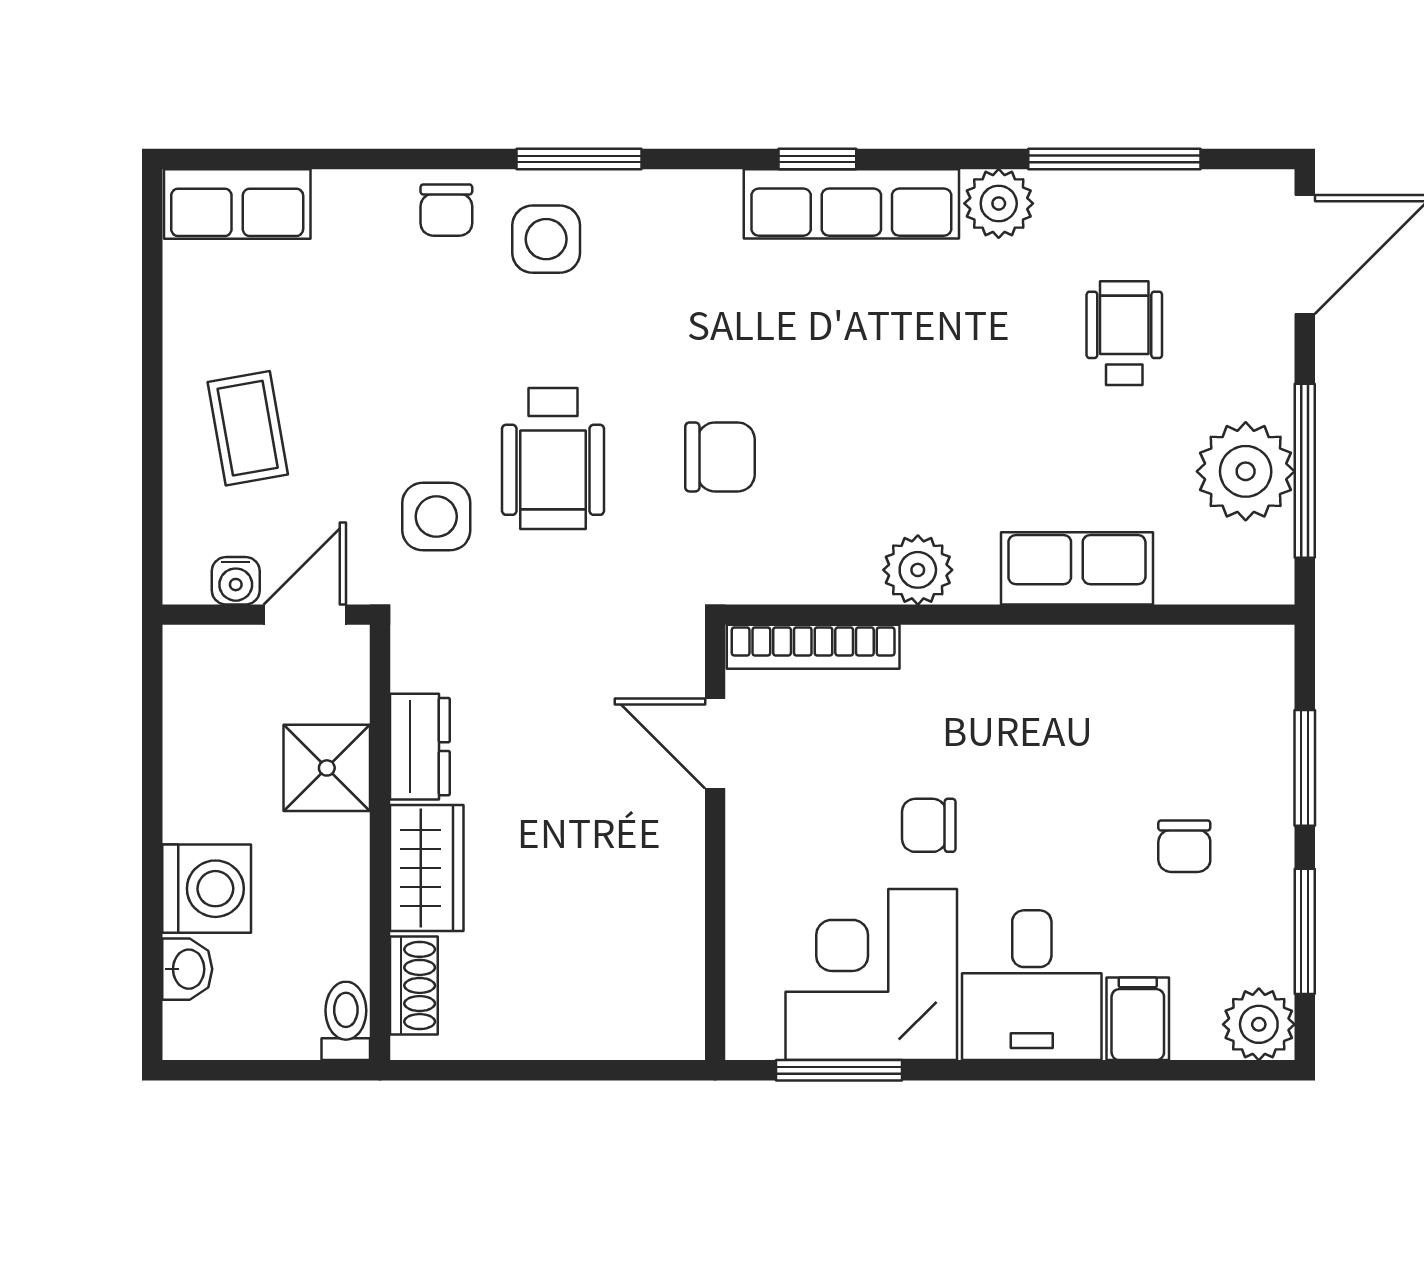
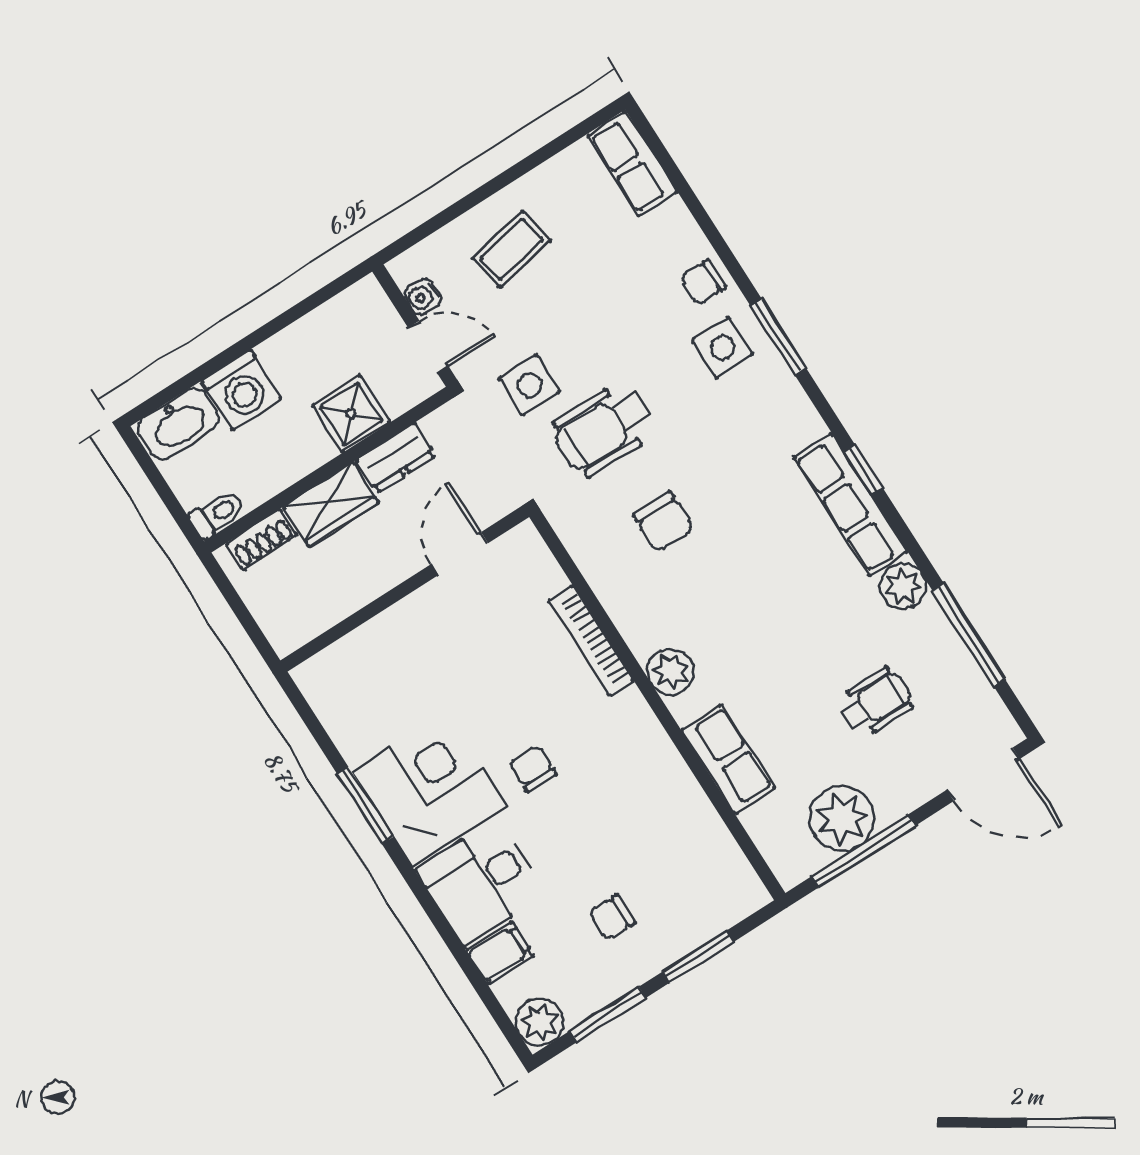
door: (715, 744) -> (460, 554), moved
wall: (715, 842) -> (405, 589), moved
washbasin: (187, 969) -> (178, 424), width x1.91, depth x1.45

